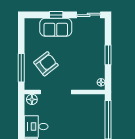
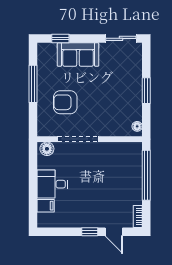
window: (56, 15) -> (60, 38), moved
armchair: (46, 64) -> (65, 102), turned -142
window: (21, 68) -> (33, 84), moved

